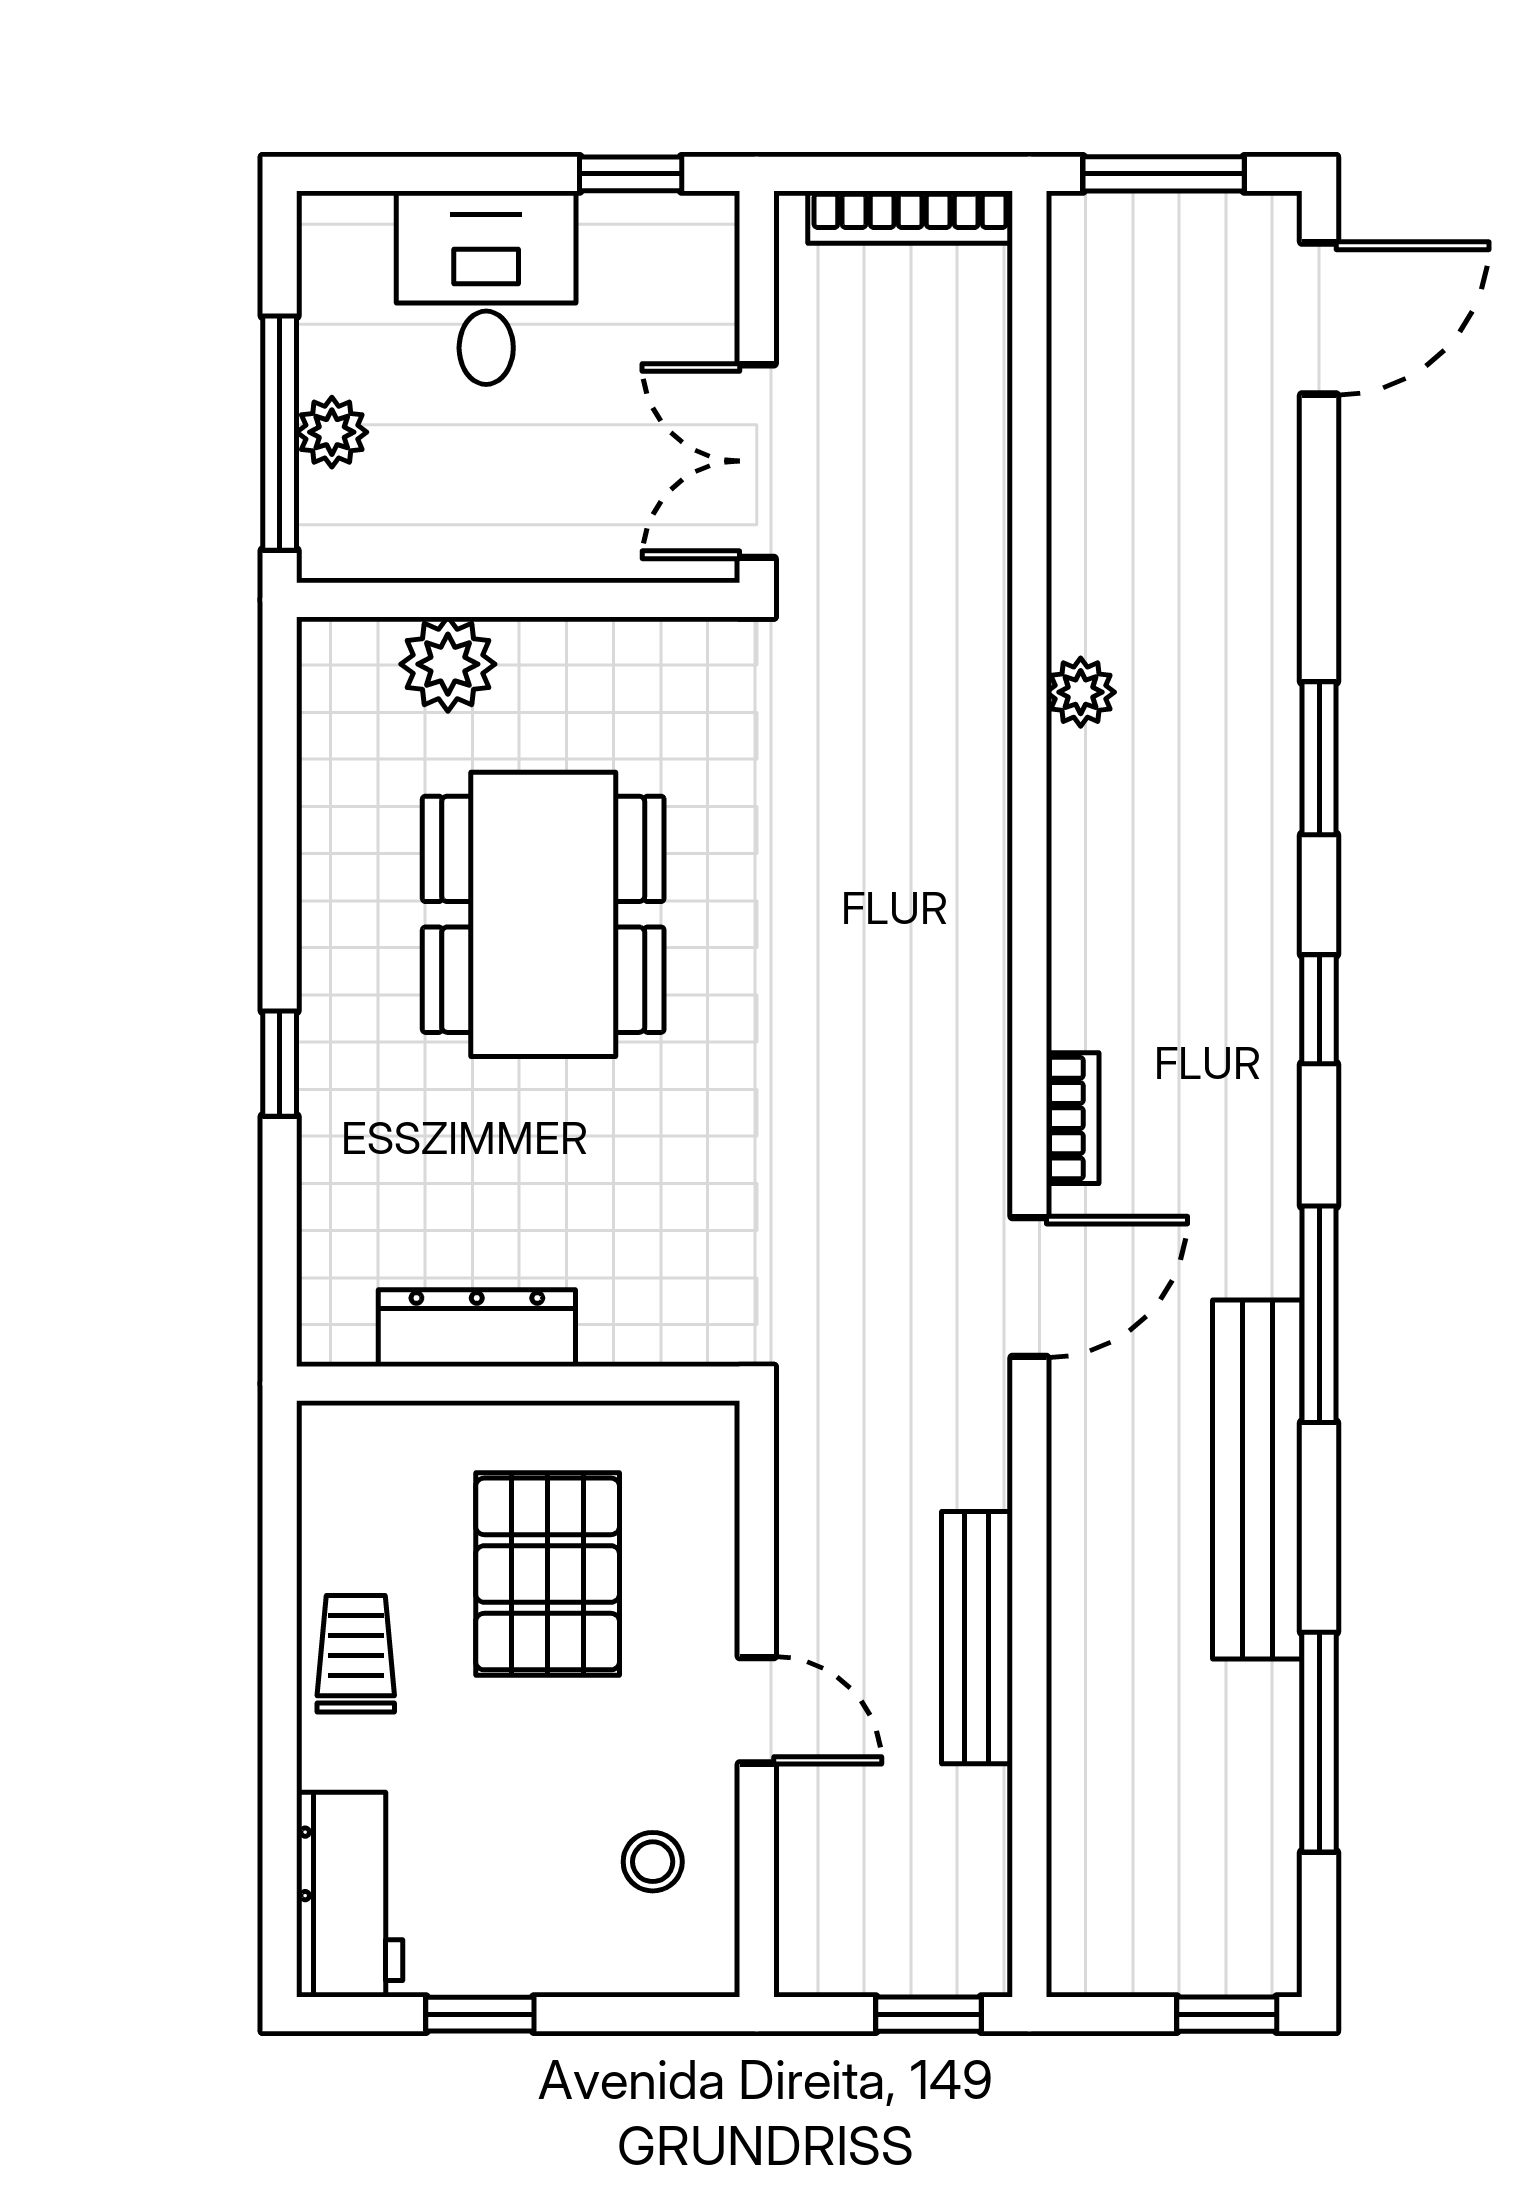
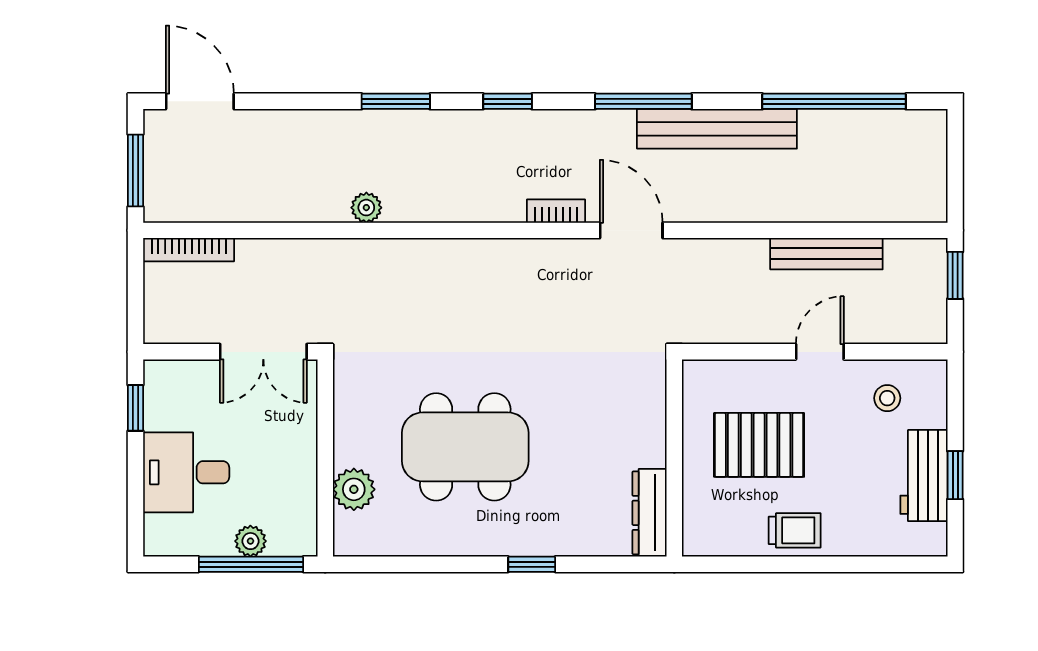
bookcase: (910, 217) -> (189, 250), moved, turned 90
dresser: (477, 1328) -> (650, 513), moved
bench: (977, 1638) -> (826, 254), moved
trolley: (356, 1654) -> (795, 530), turned 180
window: (1319, 1742) -> (834, 101), width x1.46
workbench: (350, 1895) -> (924, 476), moved, turned -90
window: (1227, 2014) -> (955, 142), removed

